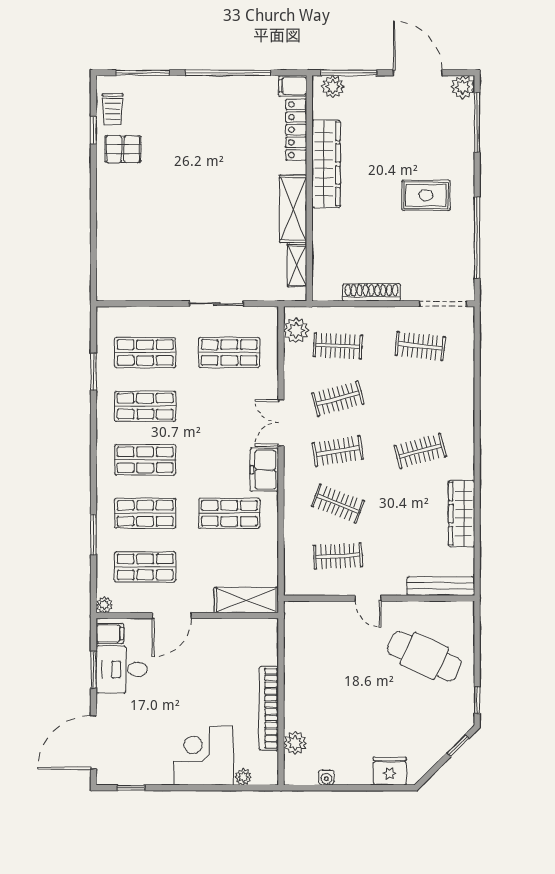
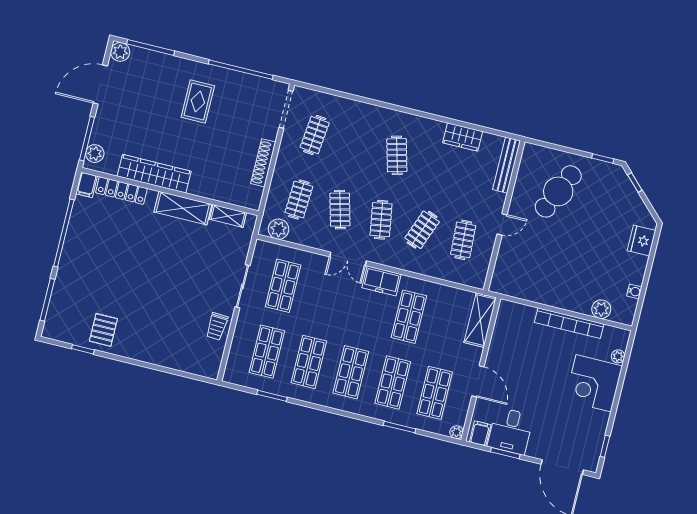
trolley: (113, 109) -> (217, 326), moved, turned 93
wardrobe: (462, 514) -> (463, 137), width x0.67

